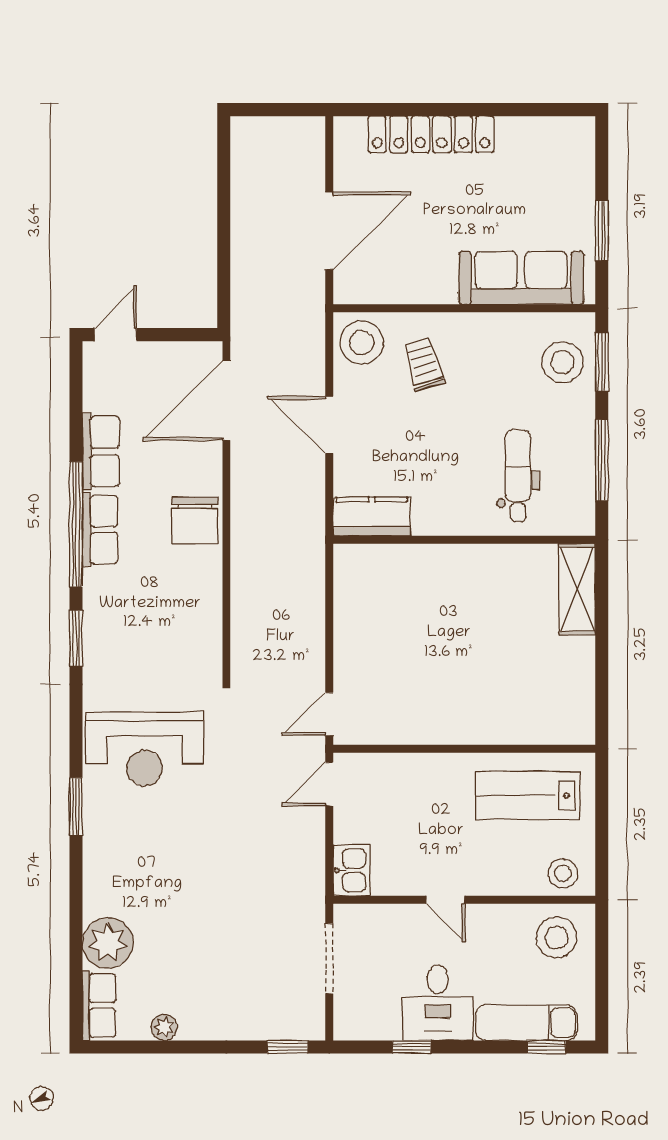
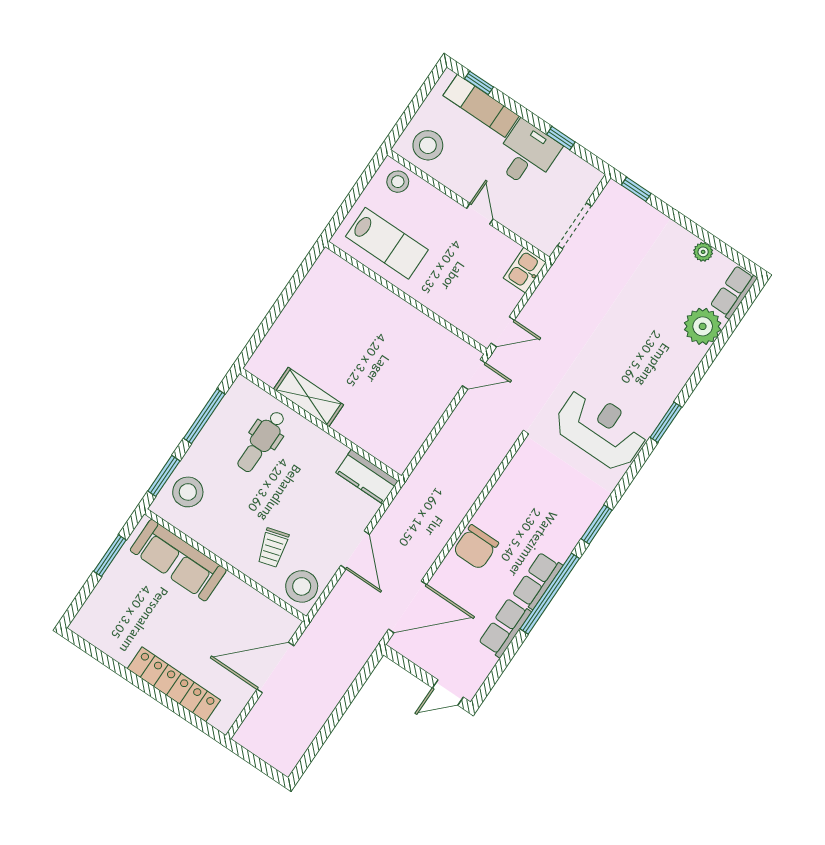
chair: (195, 520) -> (476, 547), turned 180
shelving: (577, 589) -> (308, 397), moved, turned 90

